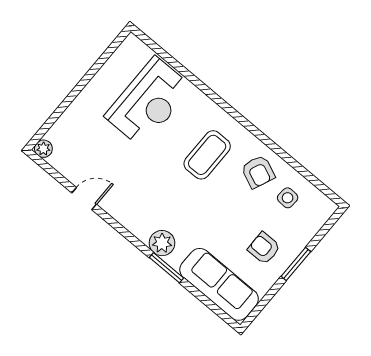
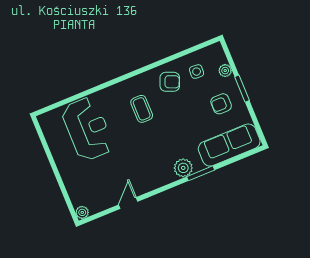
coffee table: (207, 155) -> (142, 109), width x0.73, depth x0.77
plant: (307, 232) -> (225, 71), added

